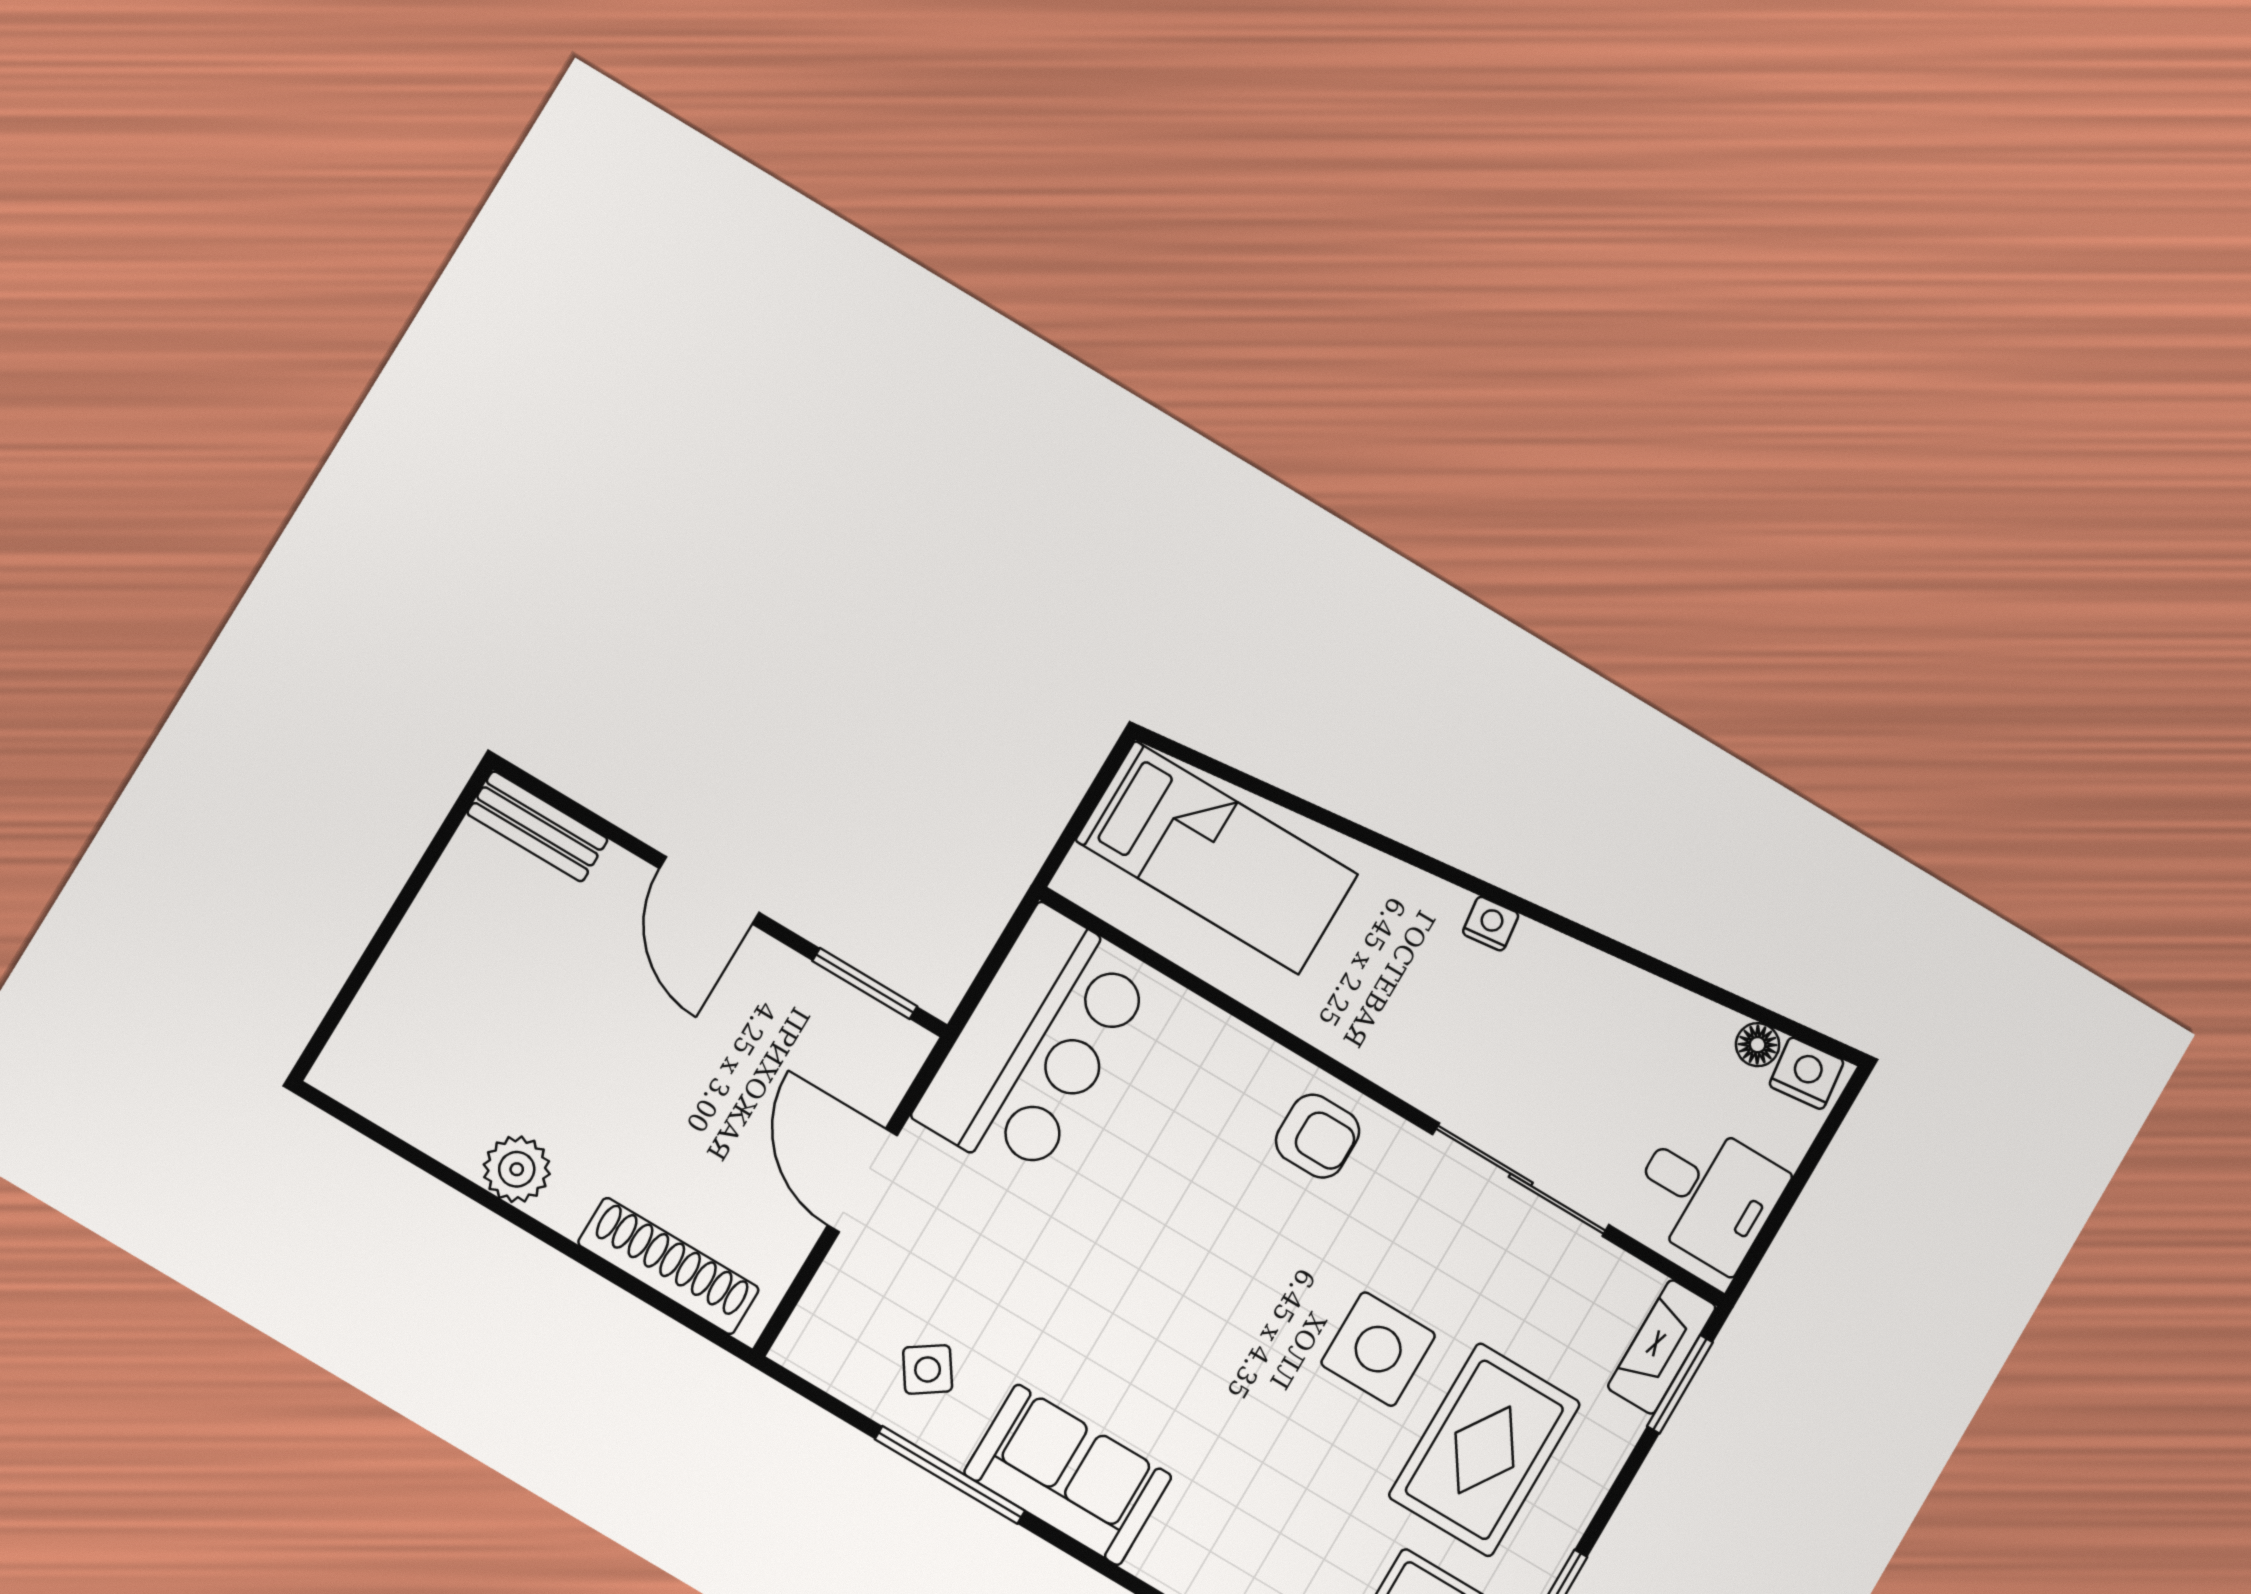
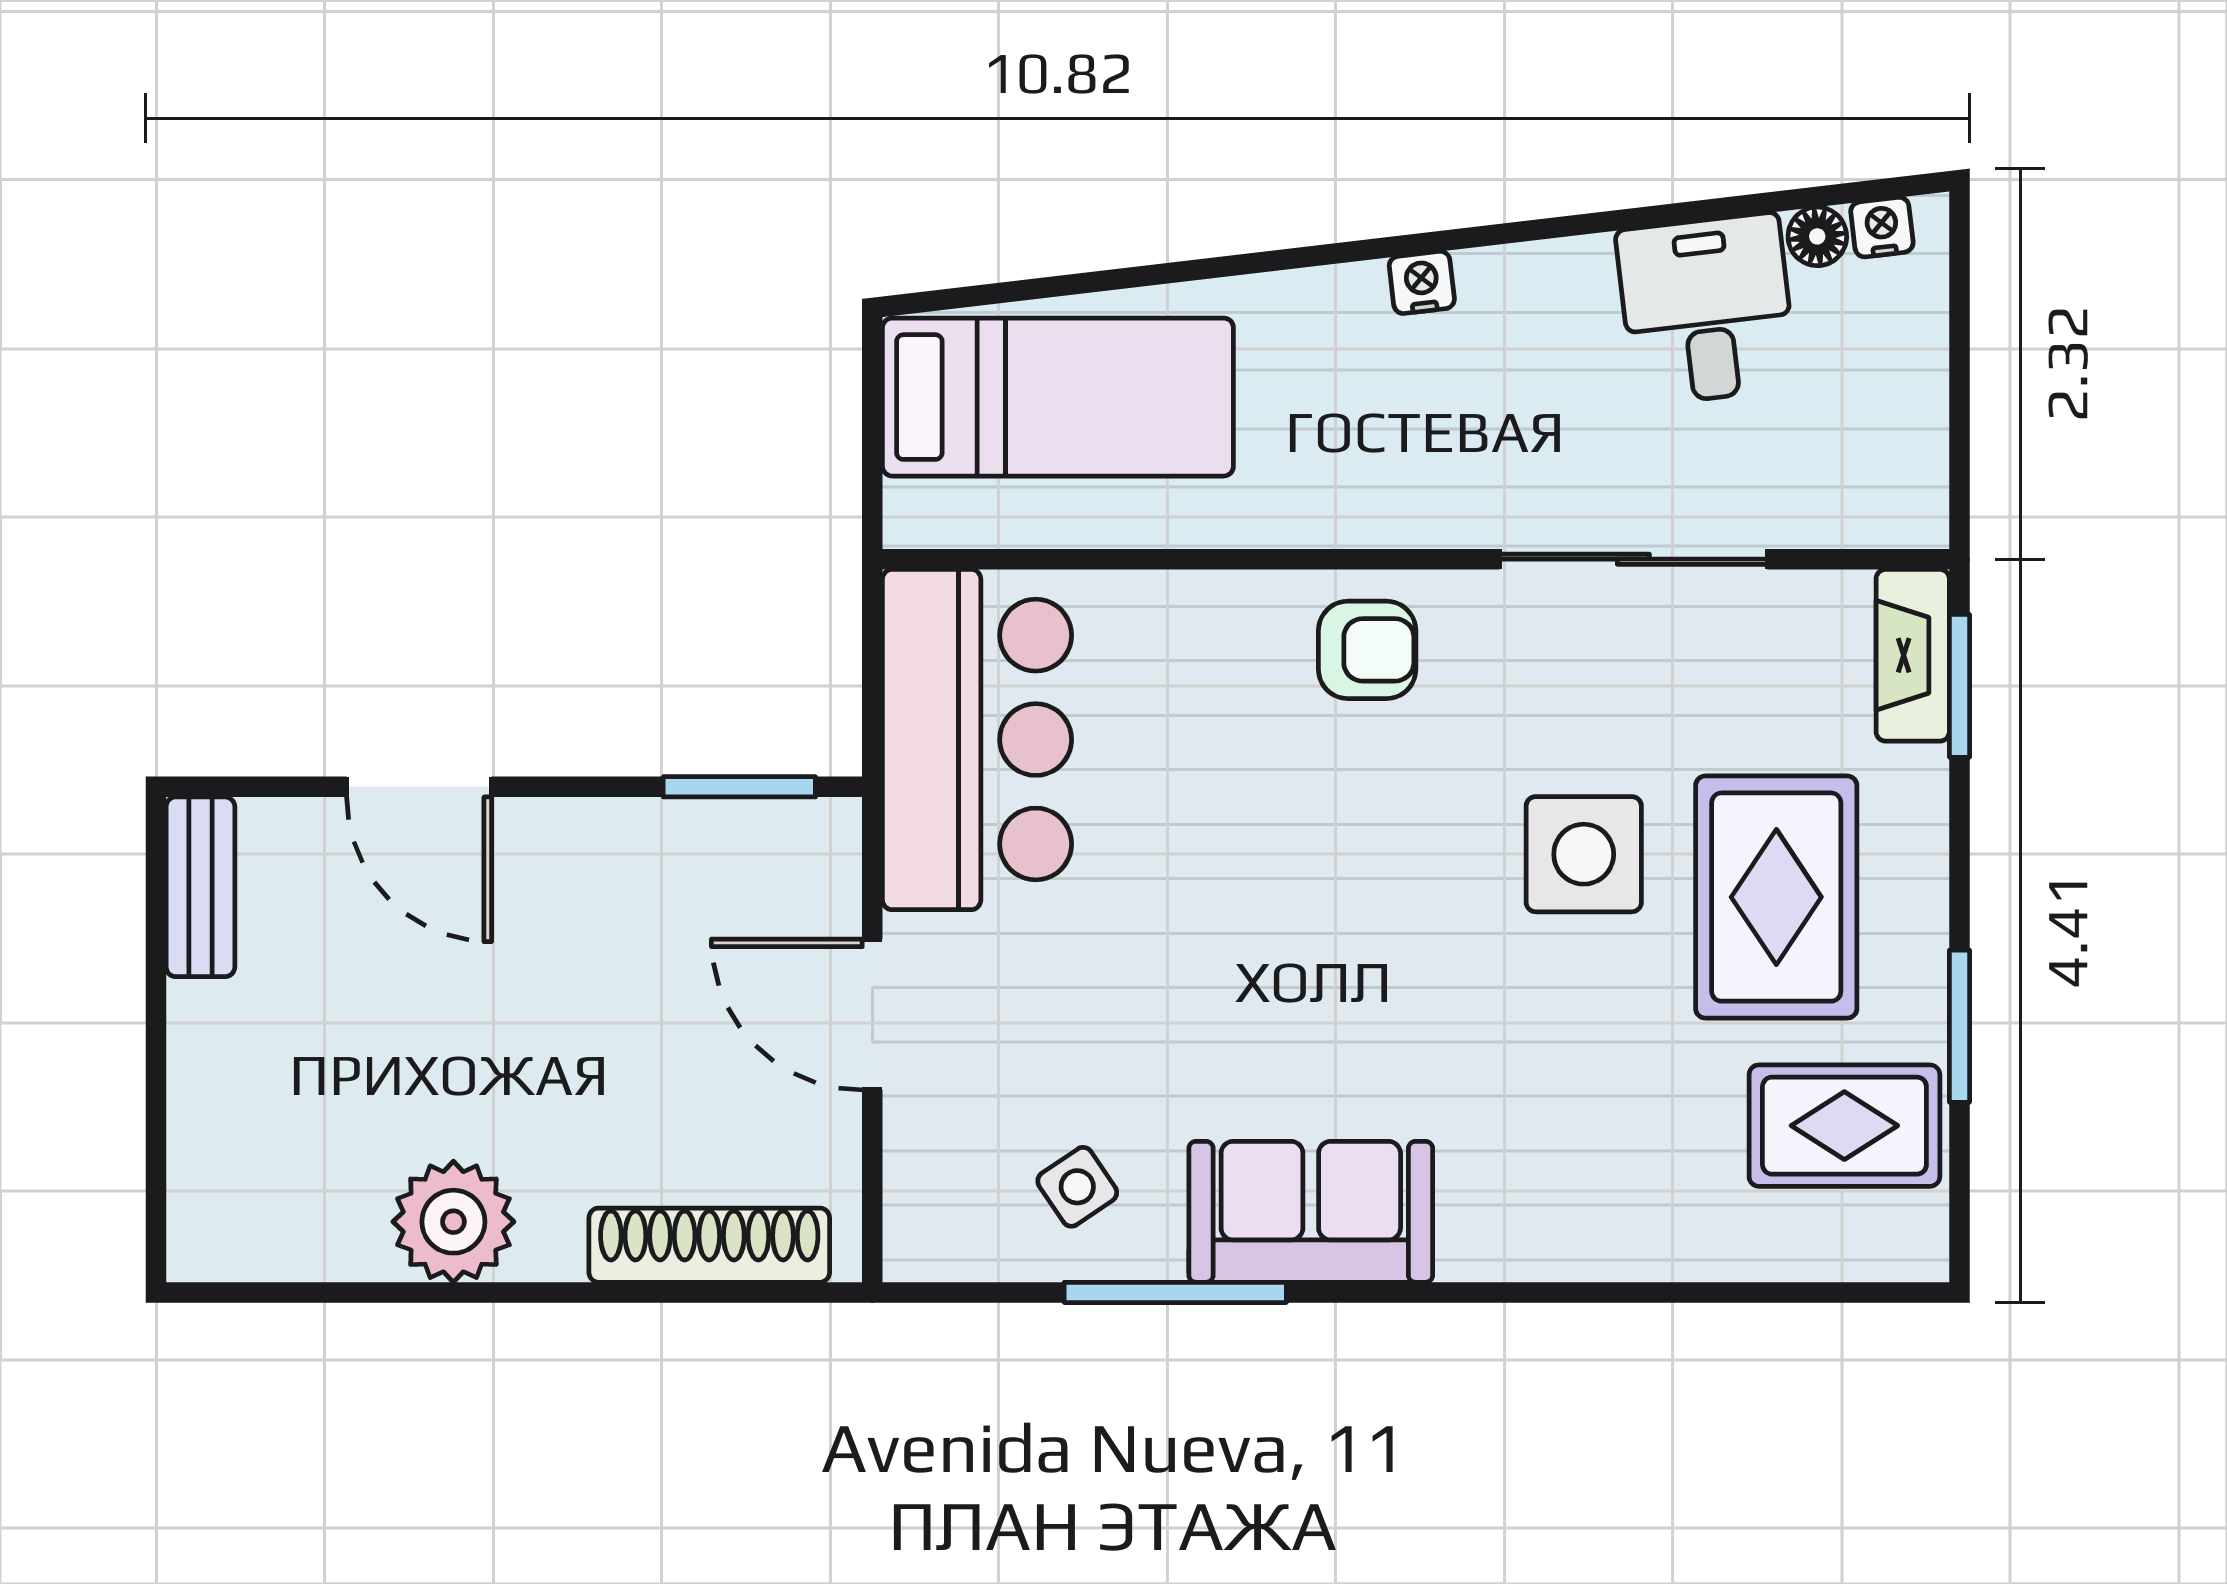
bench: (537, 826) -> (200, 887), moved, turned 90
door: (709, 890) -> (419, 787), moved
nightstand: (1806, 1073) -> (1882, 227), width x0.72, depth x0.74
plant: (517, 1169) -> (453, 1222), width x1.36, depth x1.36
desk: (1707, 1194) -> (1707, 309), moved, turned -97

